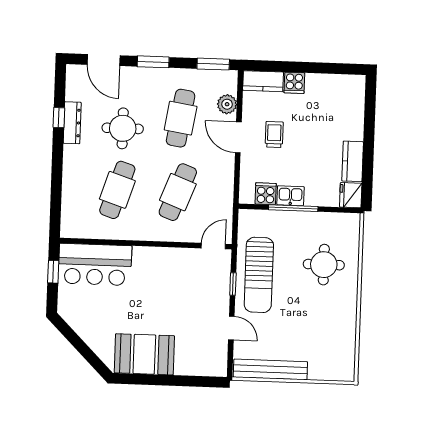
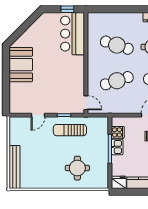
cafe table: (178, 192) -> (117, 81), turned -39
sun lounger: (259, 275) -> (70, 130), width x0.73, depth x0.75
bench: (270, 369) -> (15, 167), moved

